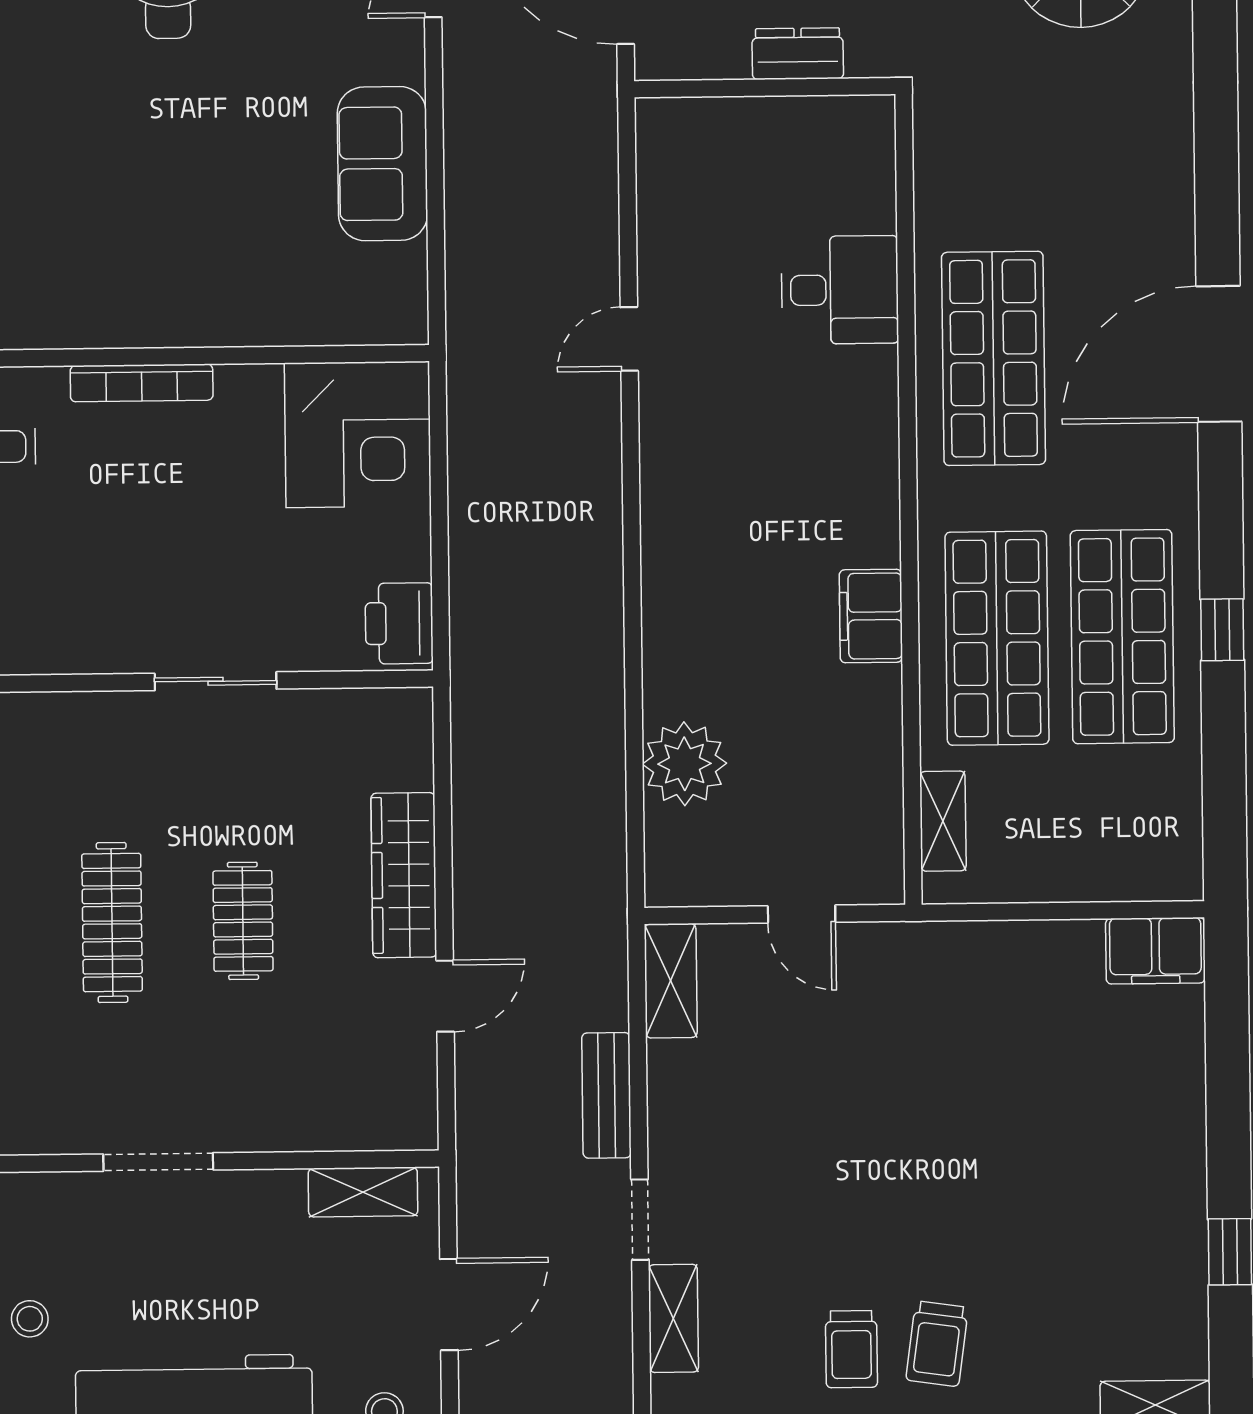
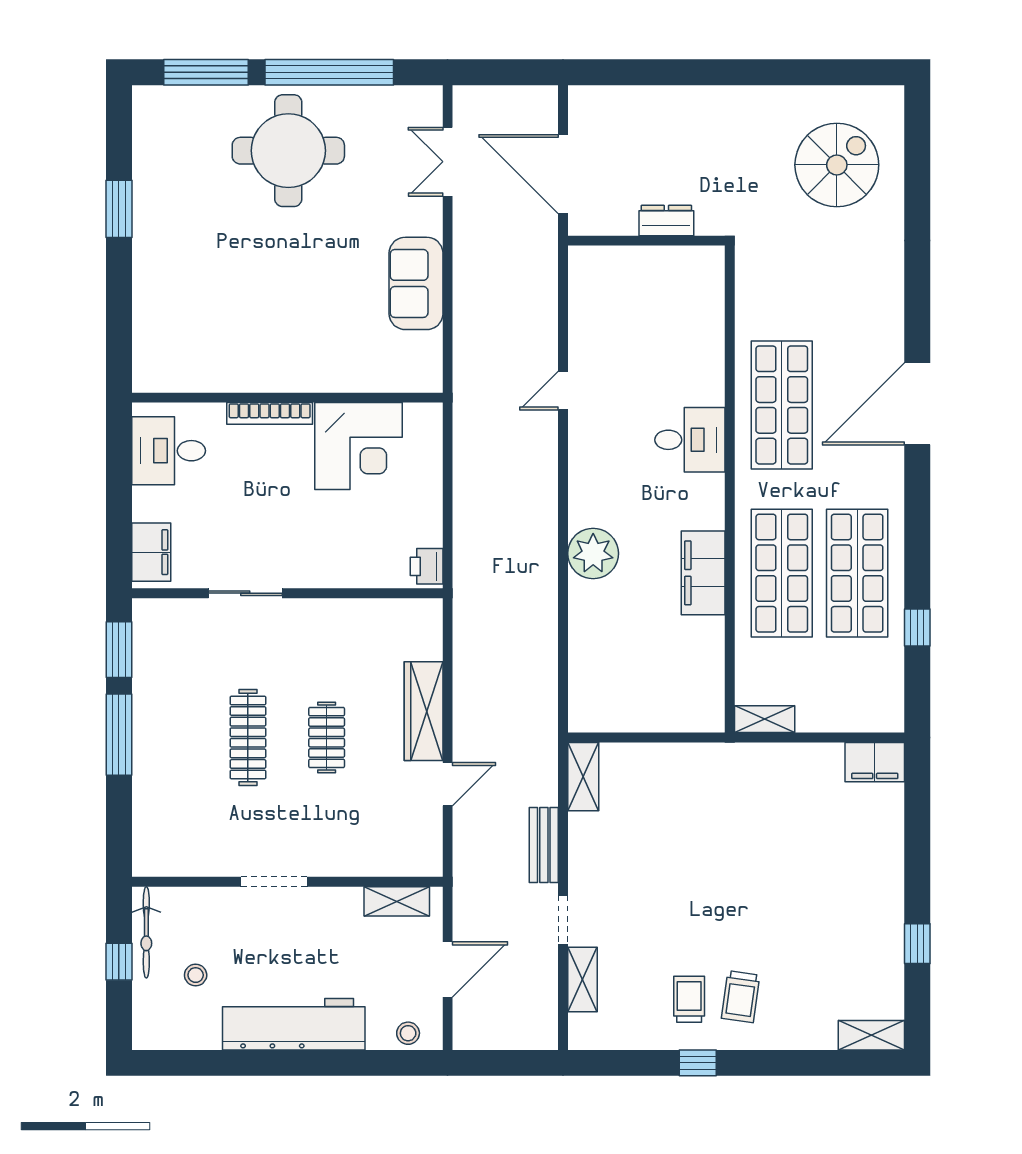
desk: (840, 290) -> (690, 440), moved
corner desk: (358, 434) -> (359, 446), moved
filing cabinet: (871, 616) -> (703, 573), width x1.50, depth x1.17
printer: (399, 623) -> (427, 566), width x0.73, depth x0.81
window: (1222, 630) -> (917, 628), moved
sliding door: (216, 681) -> (245, 593), moved
plant: (684, 764) -> (593, 553), moved
shelving: (943, 821) -> (765, 719), moved, turned 90
door: (802, 914) -> (662, 737), removed
trolley: (851, 1349) -> (689, 999), turned 180

